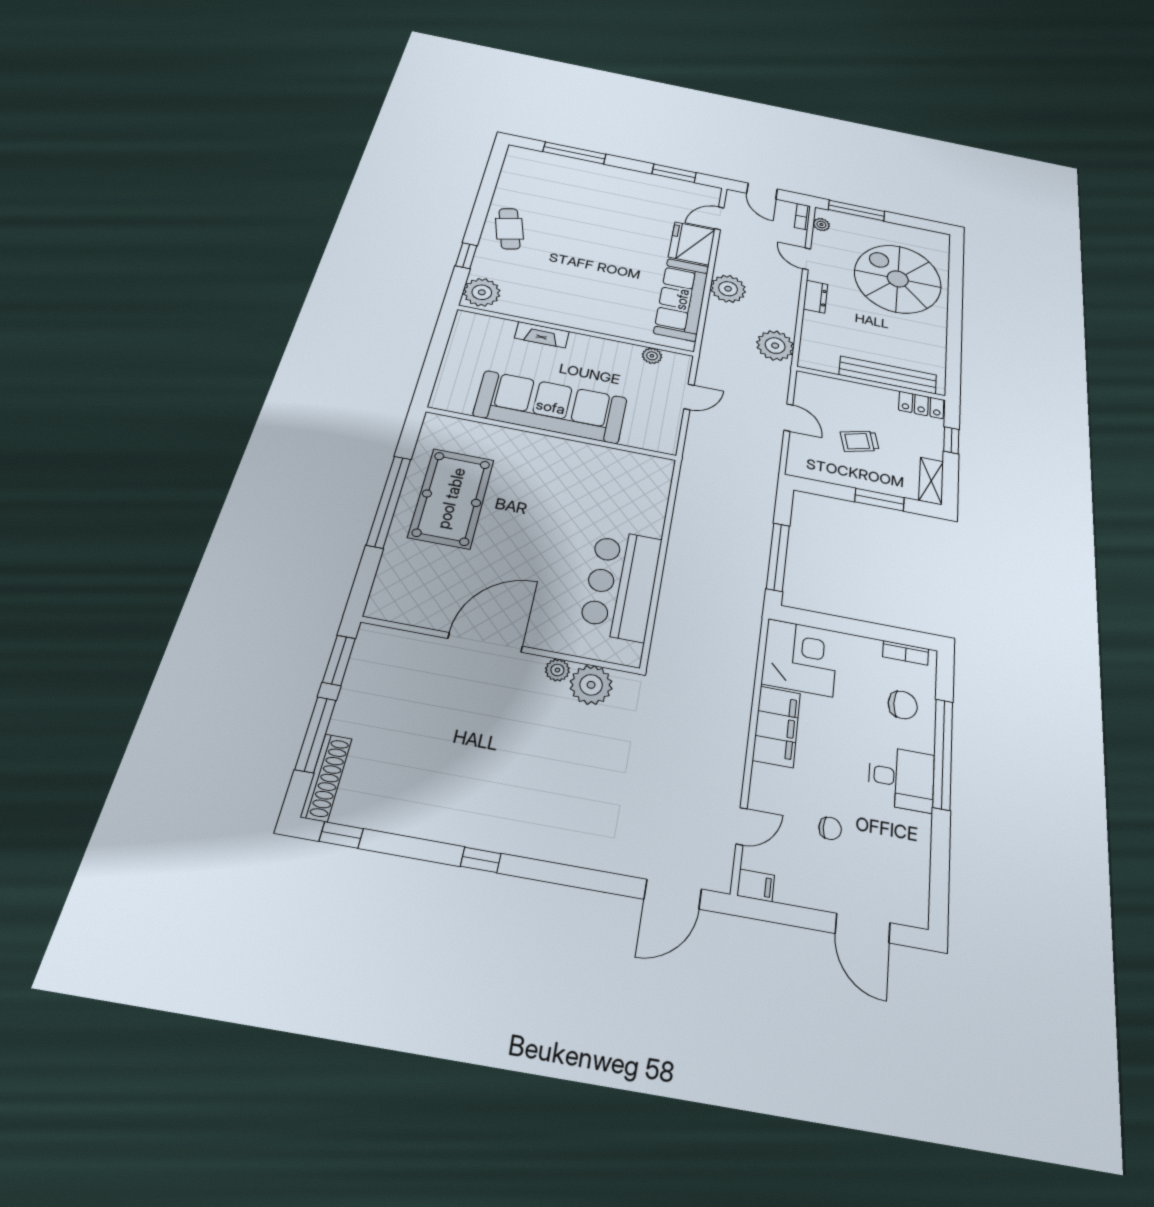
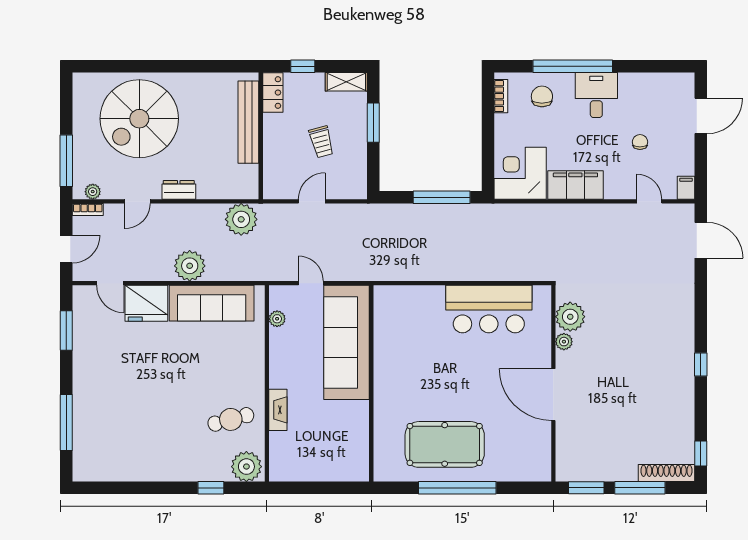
cafe table: (509, 229) -> (231, 419), moved
sofa: (551, 407) -> (346, 342), moved

